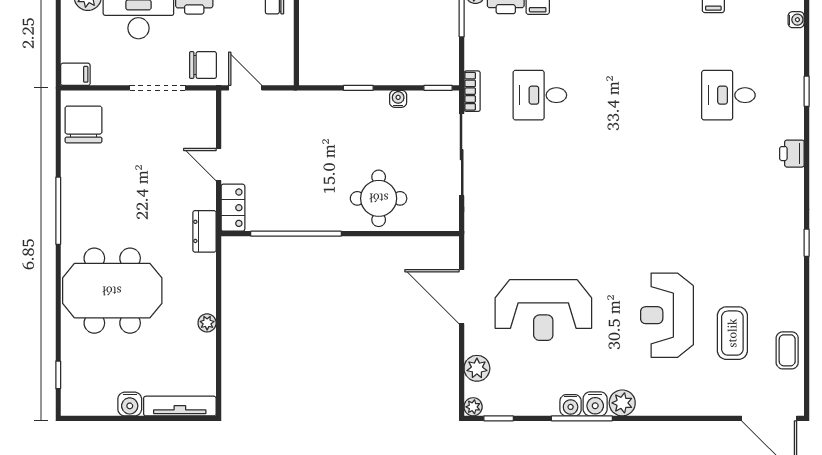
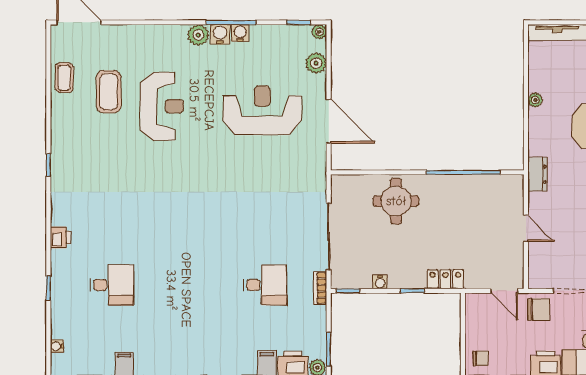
chair: (203, 65) -> (539, 309), turned 180
locker: (233, 208) -> (445, 279), moved, turned 90

